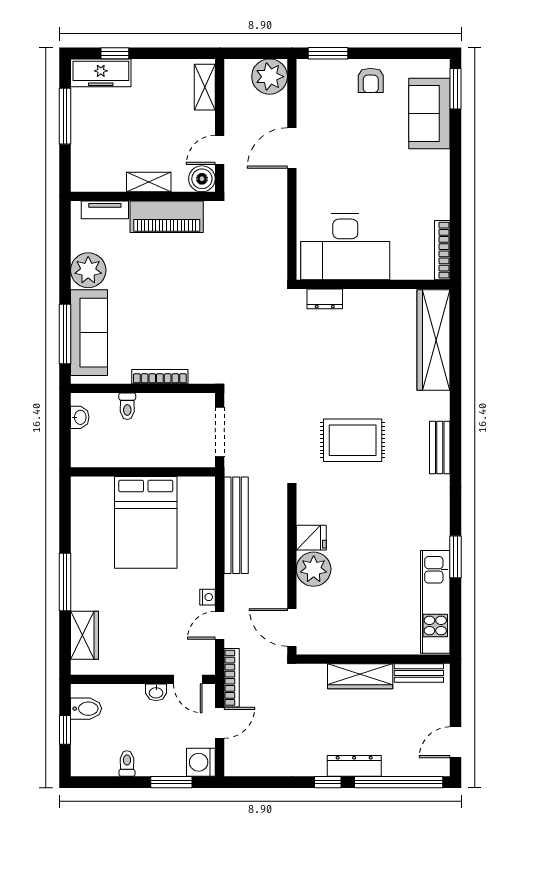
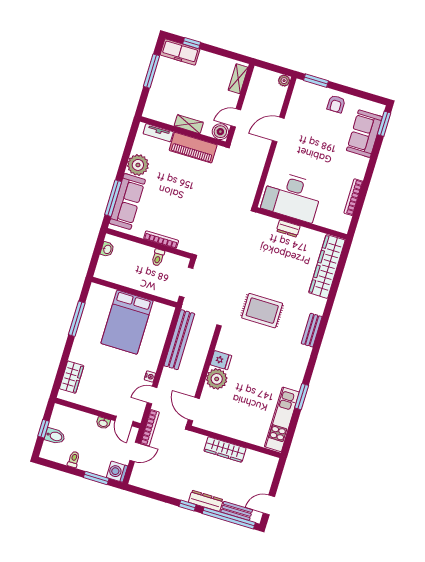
plant: (270, 77) -> (284, 81), width x0.53, depth x0.53
bookcase: (442, 250) -> (353, 197), moved
dresser: (325, 299) -> (288, 229), moved
toilet: (127, 406) -> (158, 258), moved
window: (65, 582) -> (77, 319), moved
bench: (419, 673) -> (237, 511), moved
bidet: (86, 709) -> (55, 436), moved

